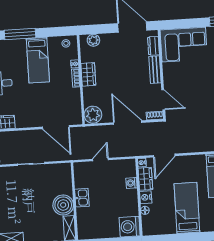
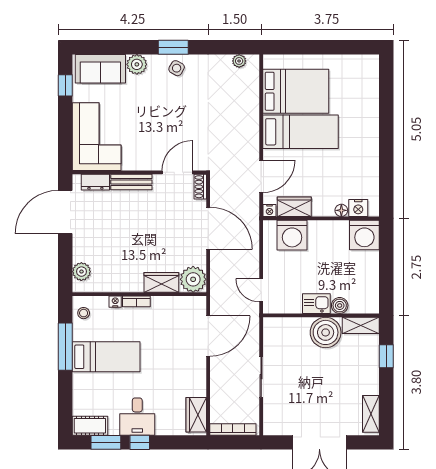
window: (20, 34) -> (65, 347), moved
wardrobe: (88, 74) -> (161, 282), moved
door: (128, 123) -> (208, 228), swing flipped
door: (164, 156) -> (261, 176), hinge flipped
door: (100, 160) -> (261, 290), moved
washing machine: (131, 183) -> (292, 235), width x1.89, depth x1.89
nightstand: (146, 197) -> (358, 208), moved
bed: (187, 208) -> (300, 132), moved, turned 180
boiler: (82, 213) -> (340, 305), added

